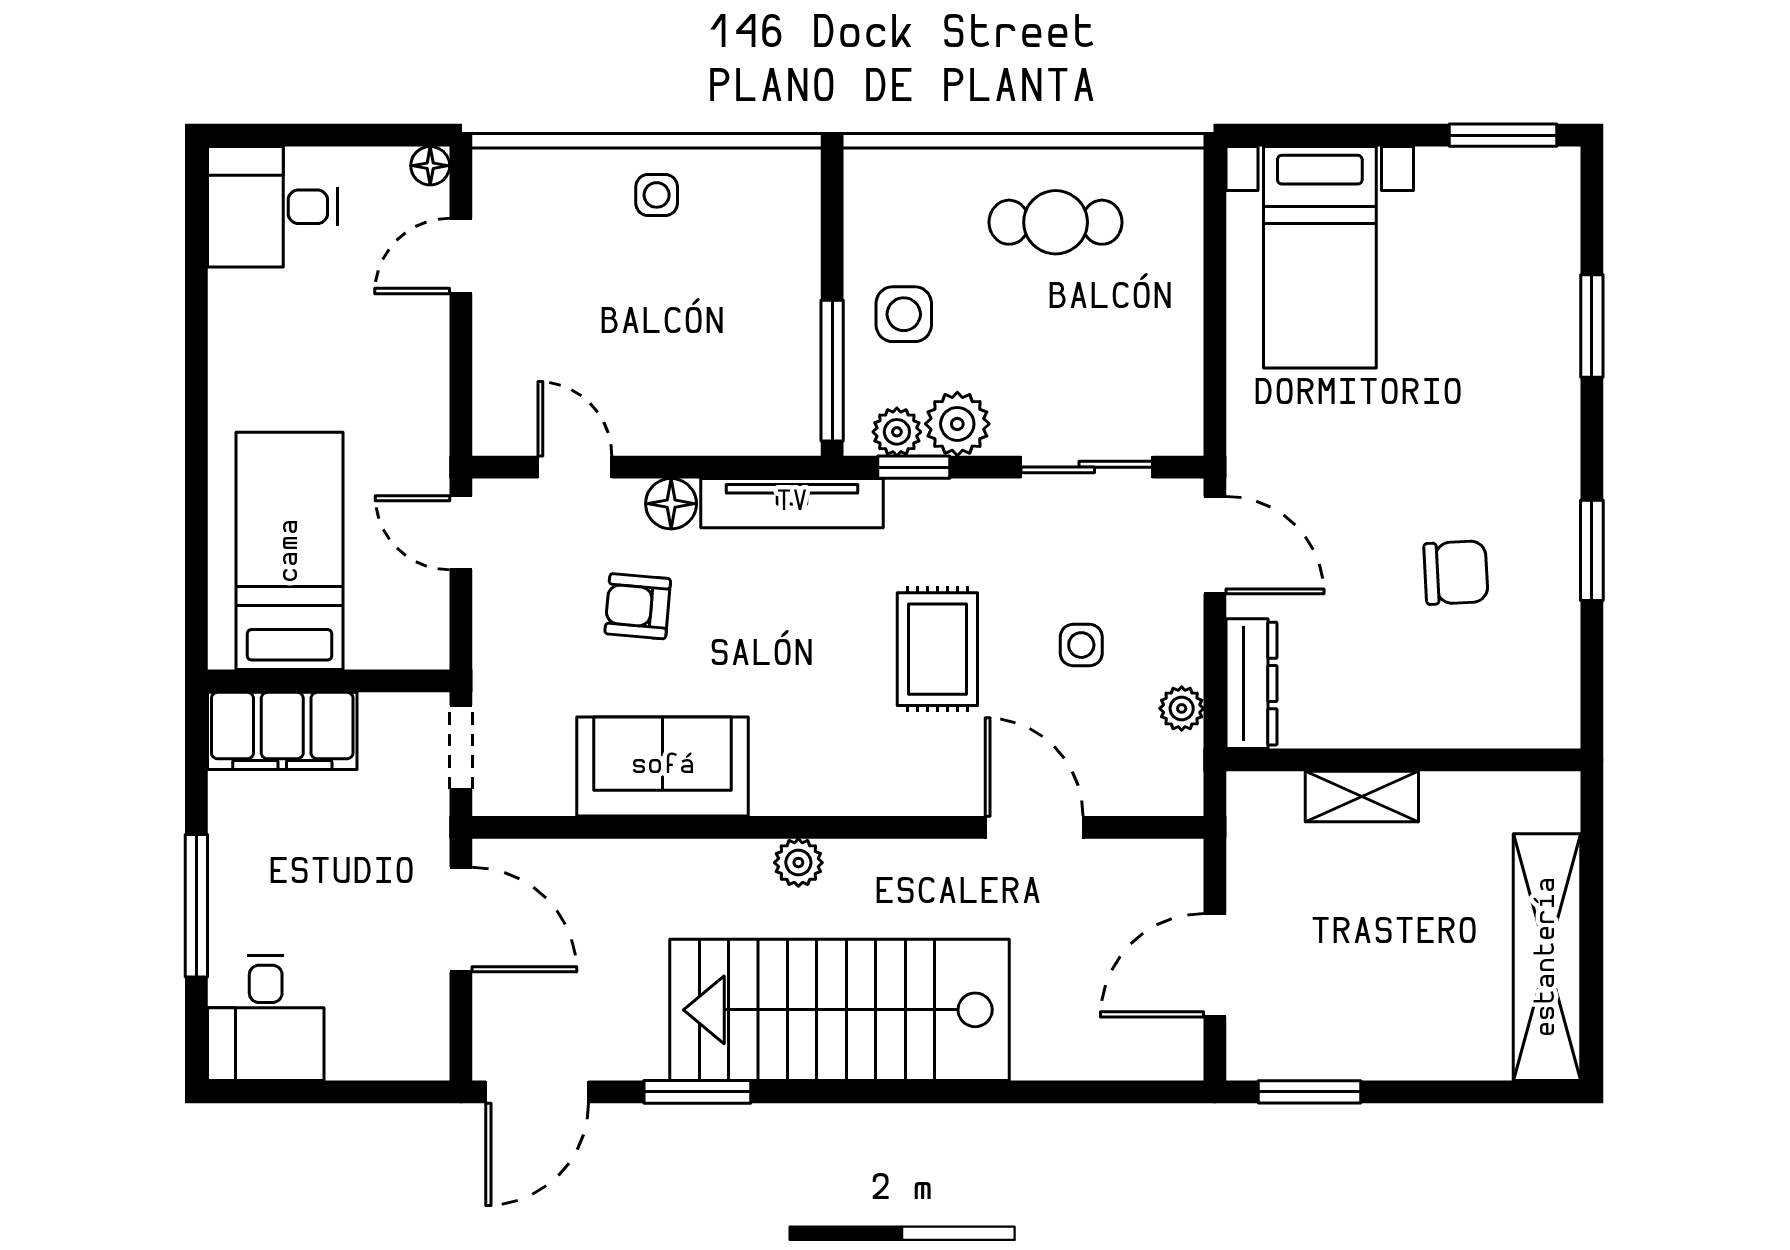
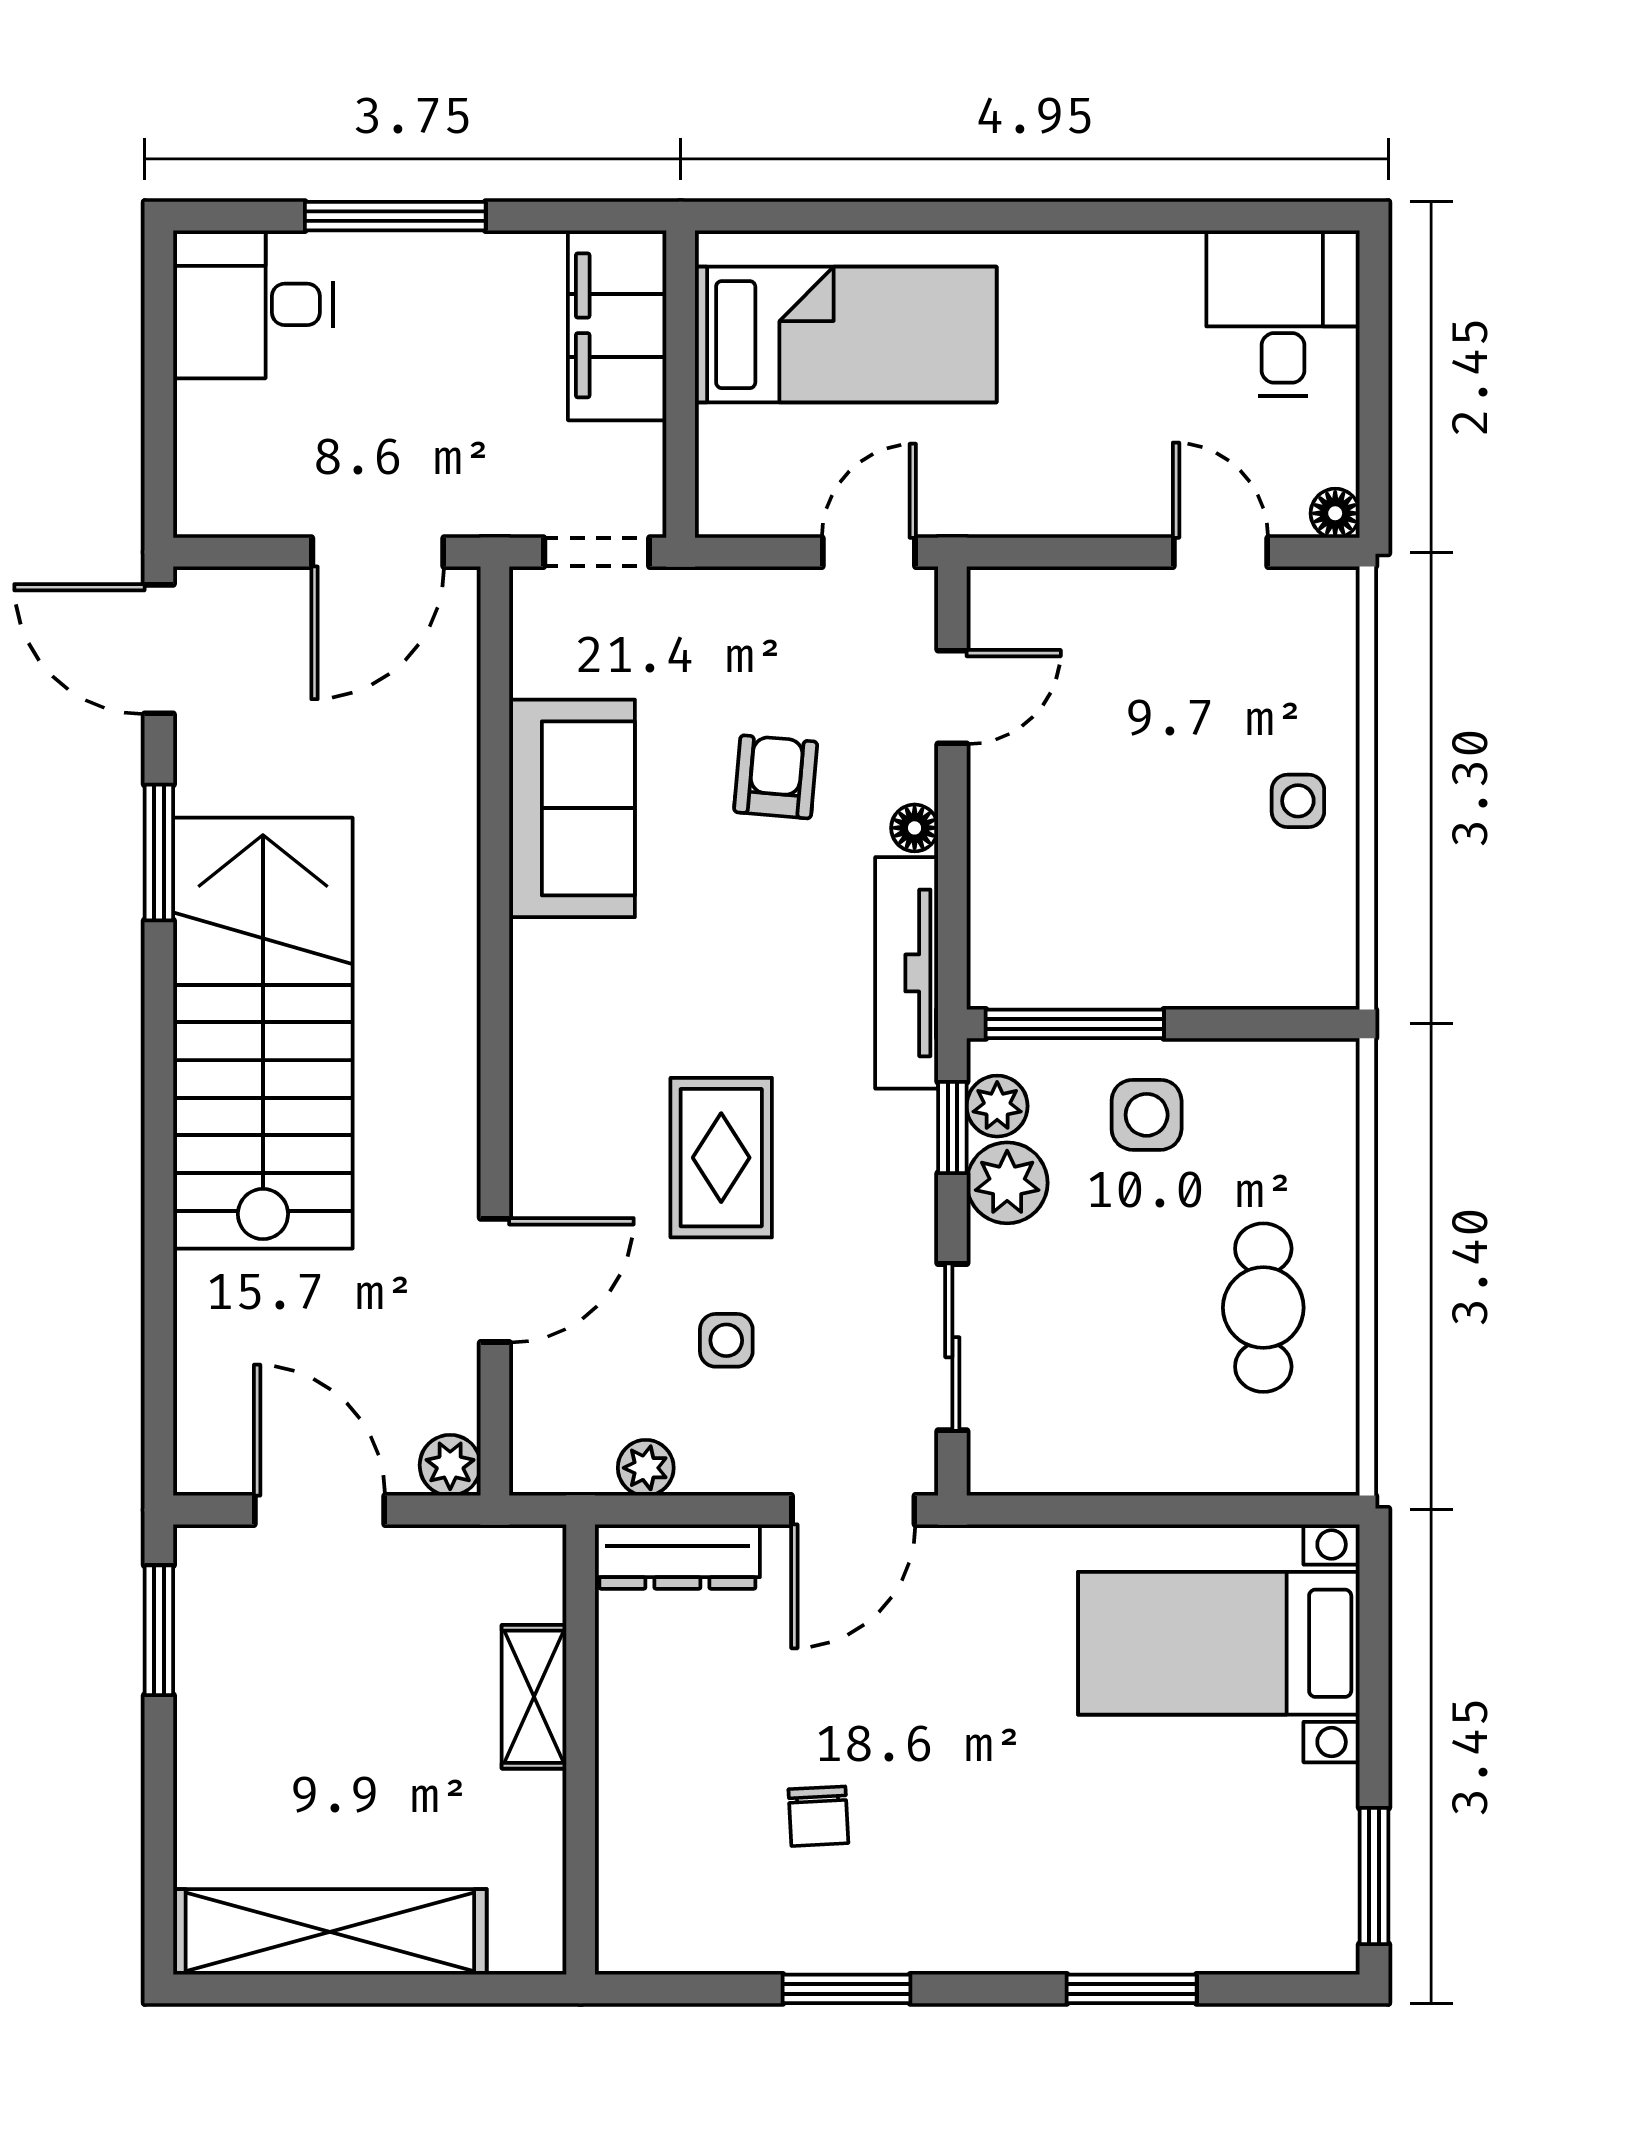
floor lamp: (671, 504) -> (915, 828), width x0.73, depth x0.73
chair: (1456, 573) -> (818, 1816), width x0.73, depth x0.73
rug: (937, 649) -> (721, 1158), turned 90
plant: (798, 863) -> (450, 1465), moved

